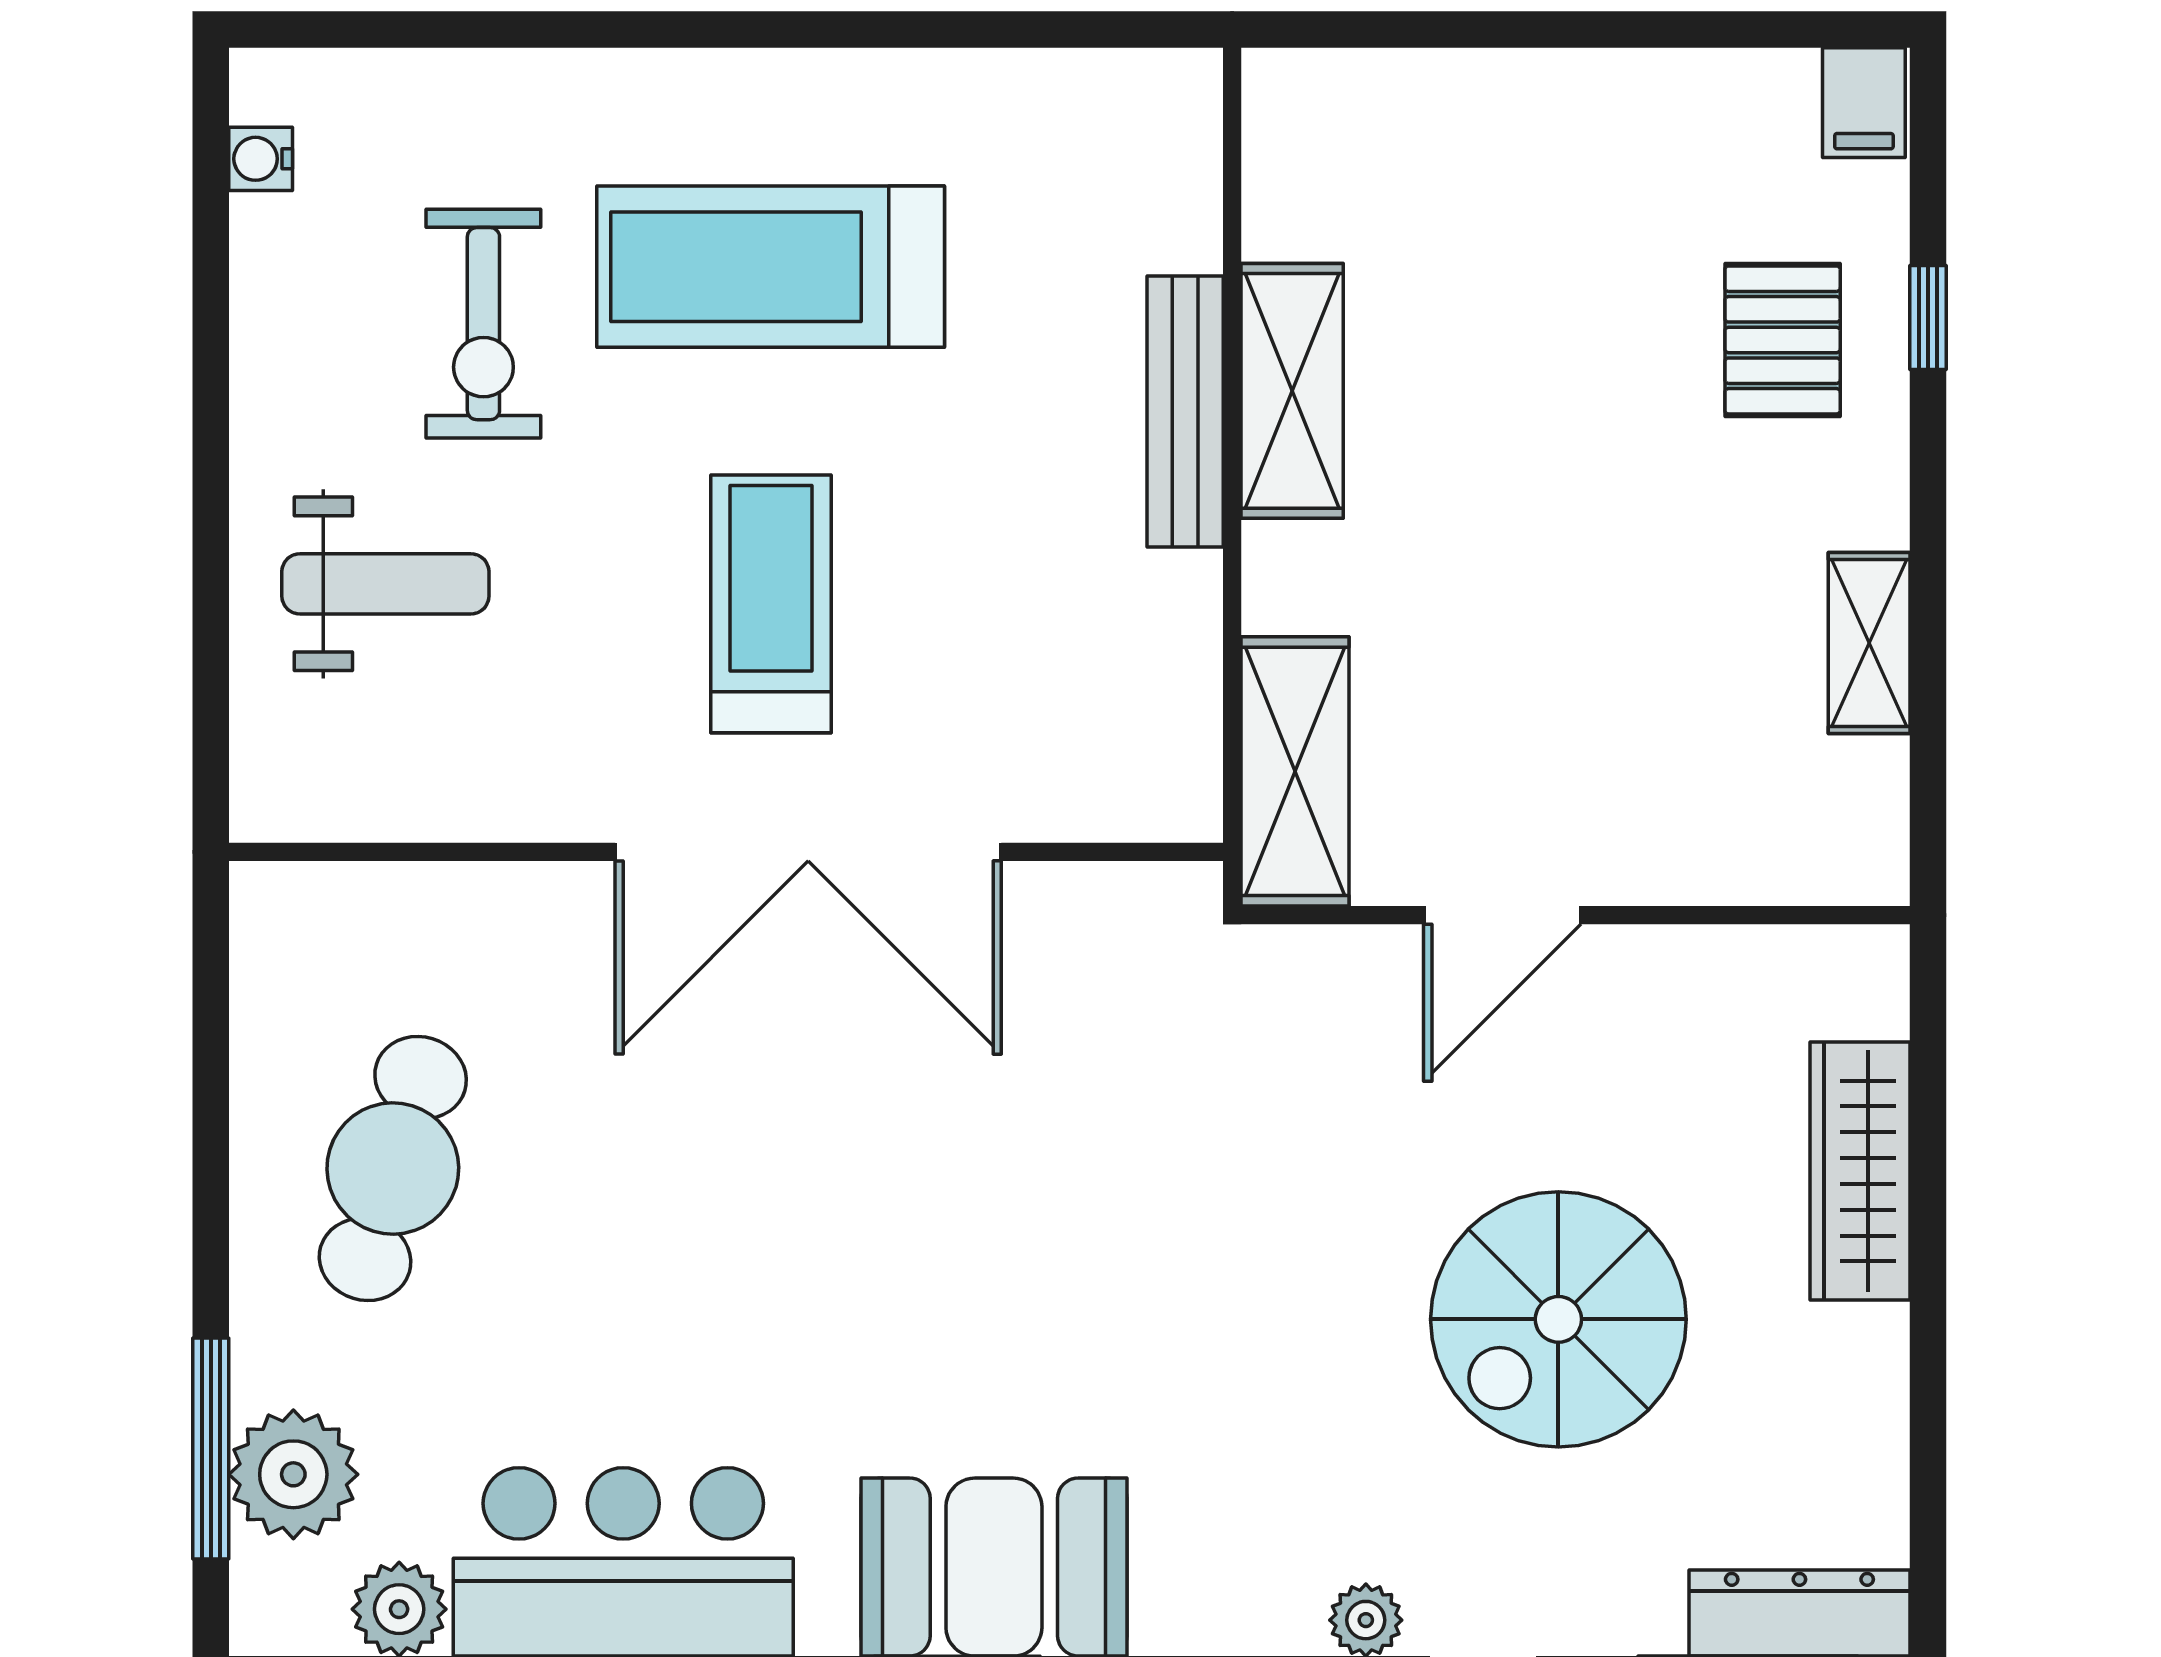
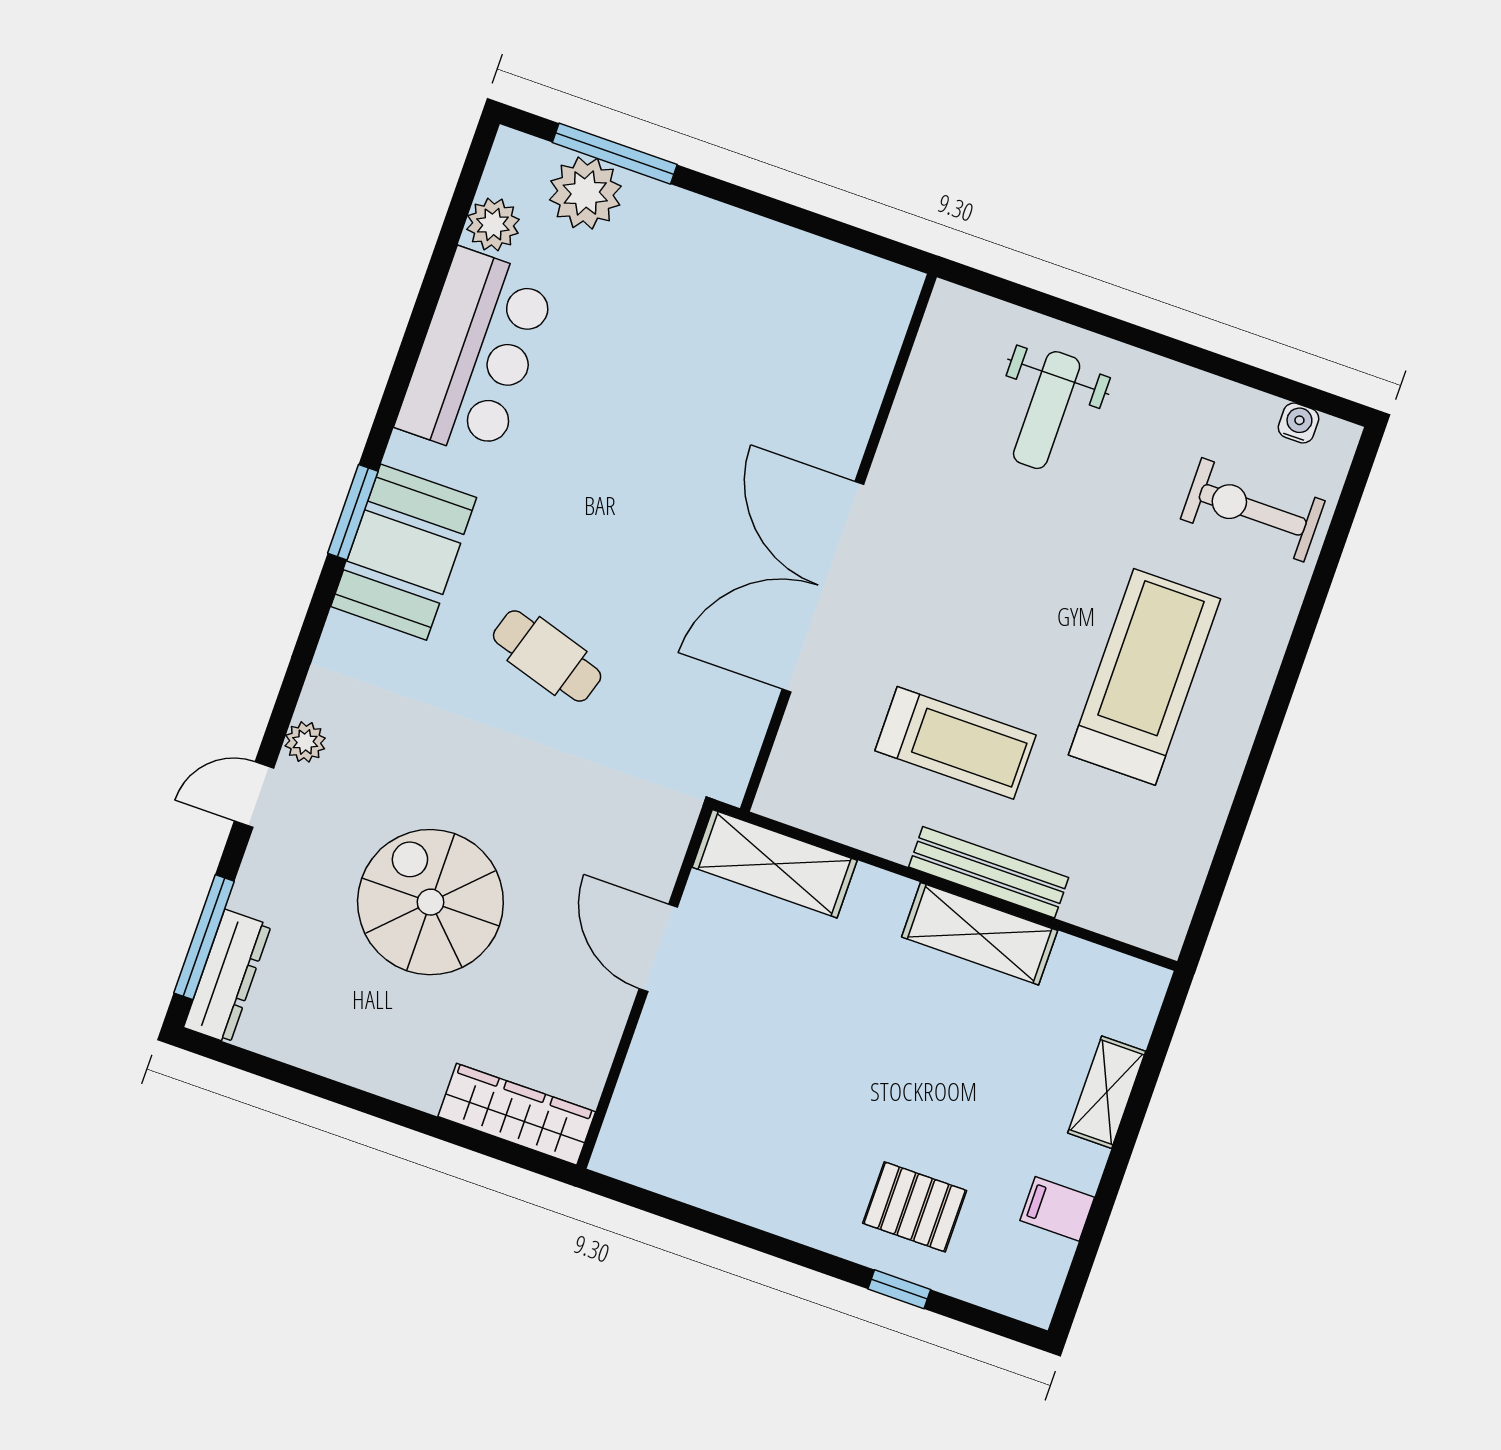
filing cabinet: (1864, 103) -> (1057, 1209), moved
exercise bike: (483, 324) -> (1253, 510), moved
treadmill: (771, 604) -> (955, 743), moved
shelving: (1869, 643) -> (1107, 1092), moved, turned 90
cafe table: (393, 1168) -> (547, 656), moved, width x0.73, depth x0.74
wardrobe: (1860, 1171) -> (517, 1114), moved

